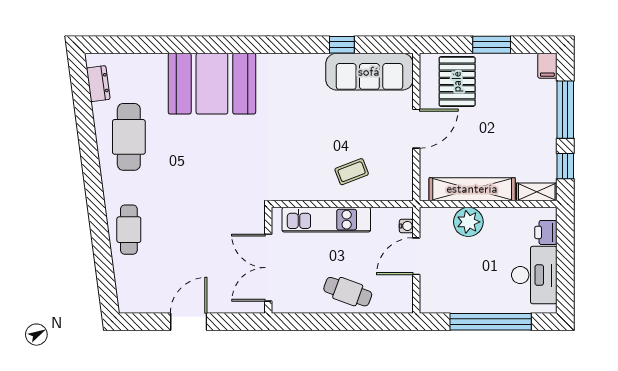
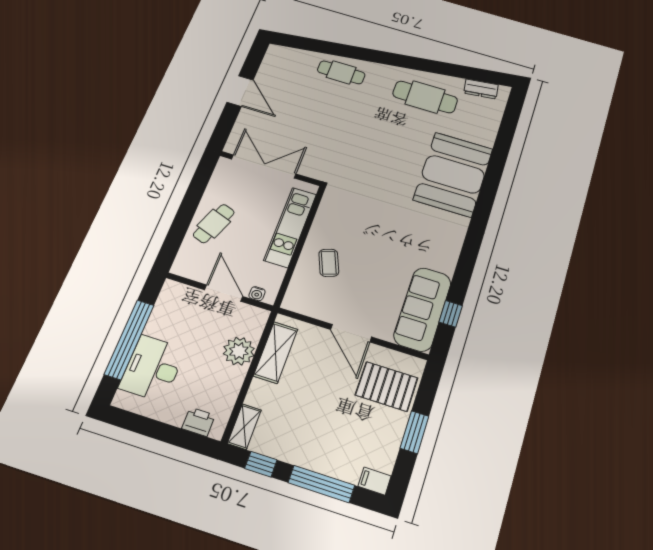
window: (342, 45) -> (451, 314), moved
shelving: (472, 189) -> (276, 352), width x0.68
desk: (534, 275) -> (152, 368), moved, turned 90

